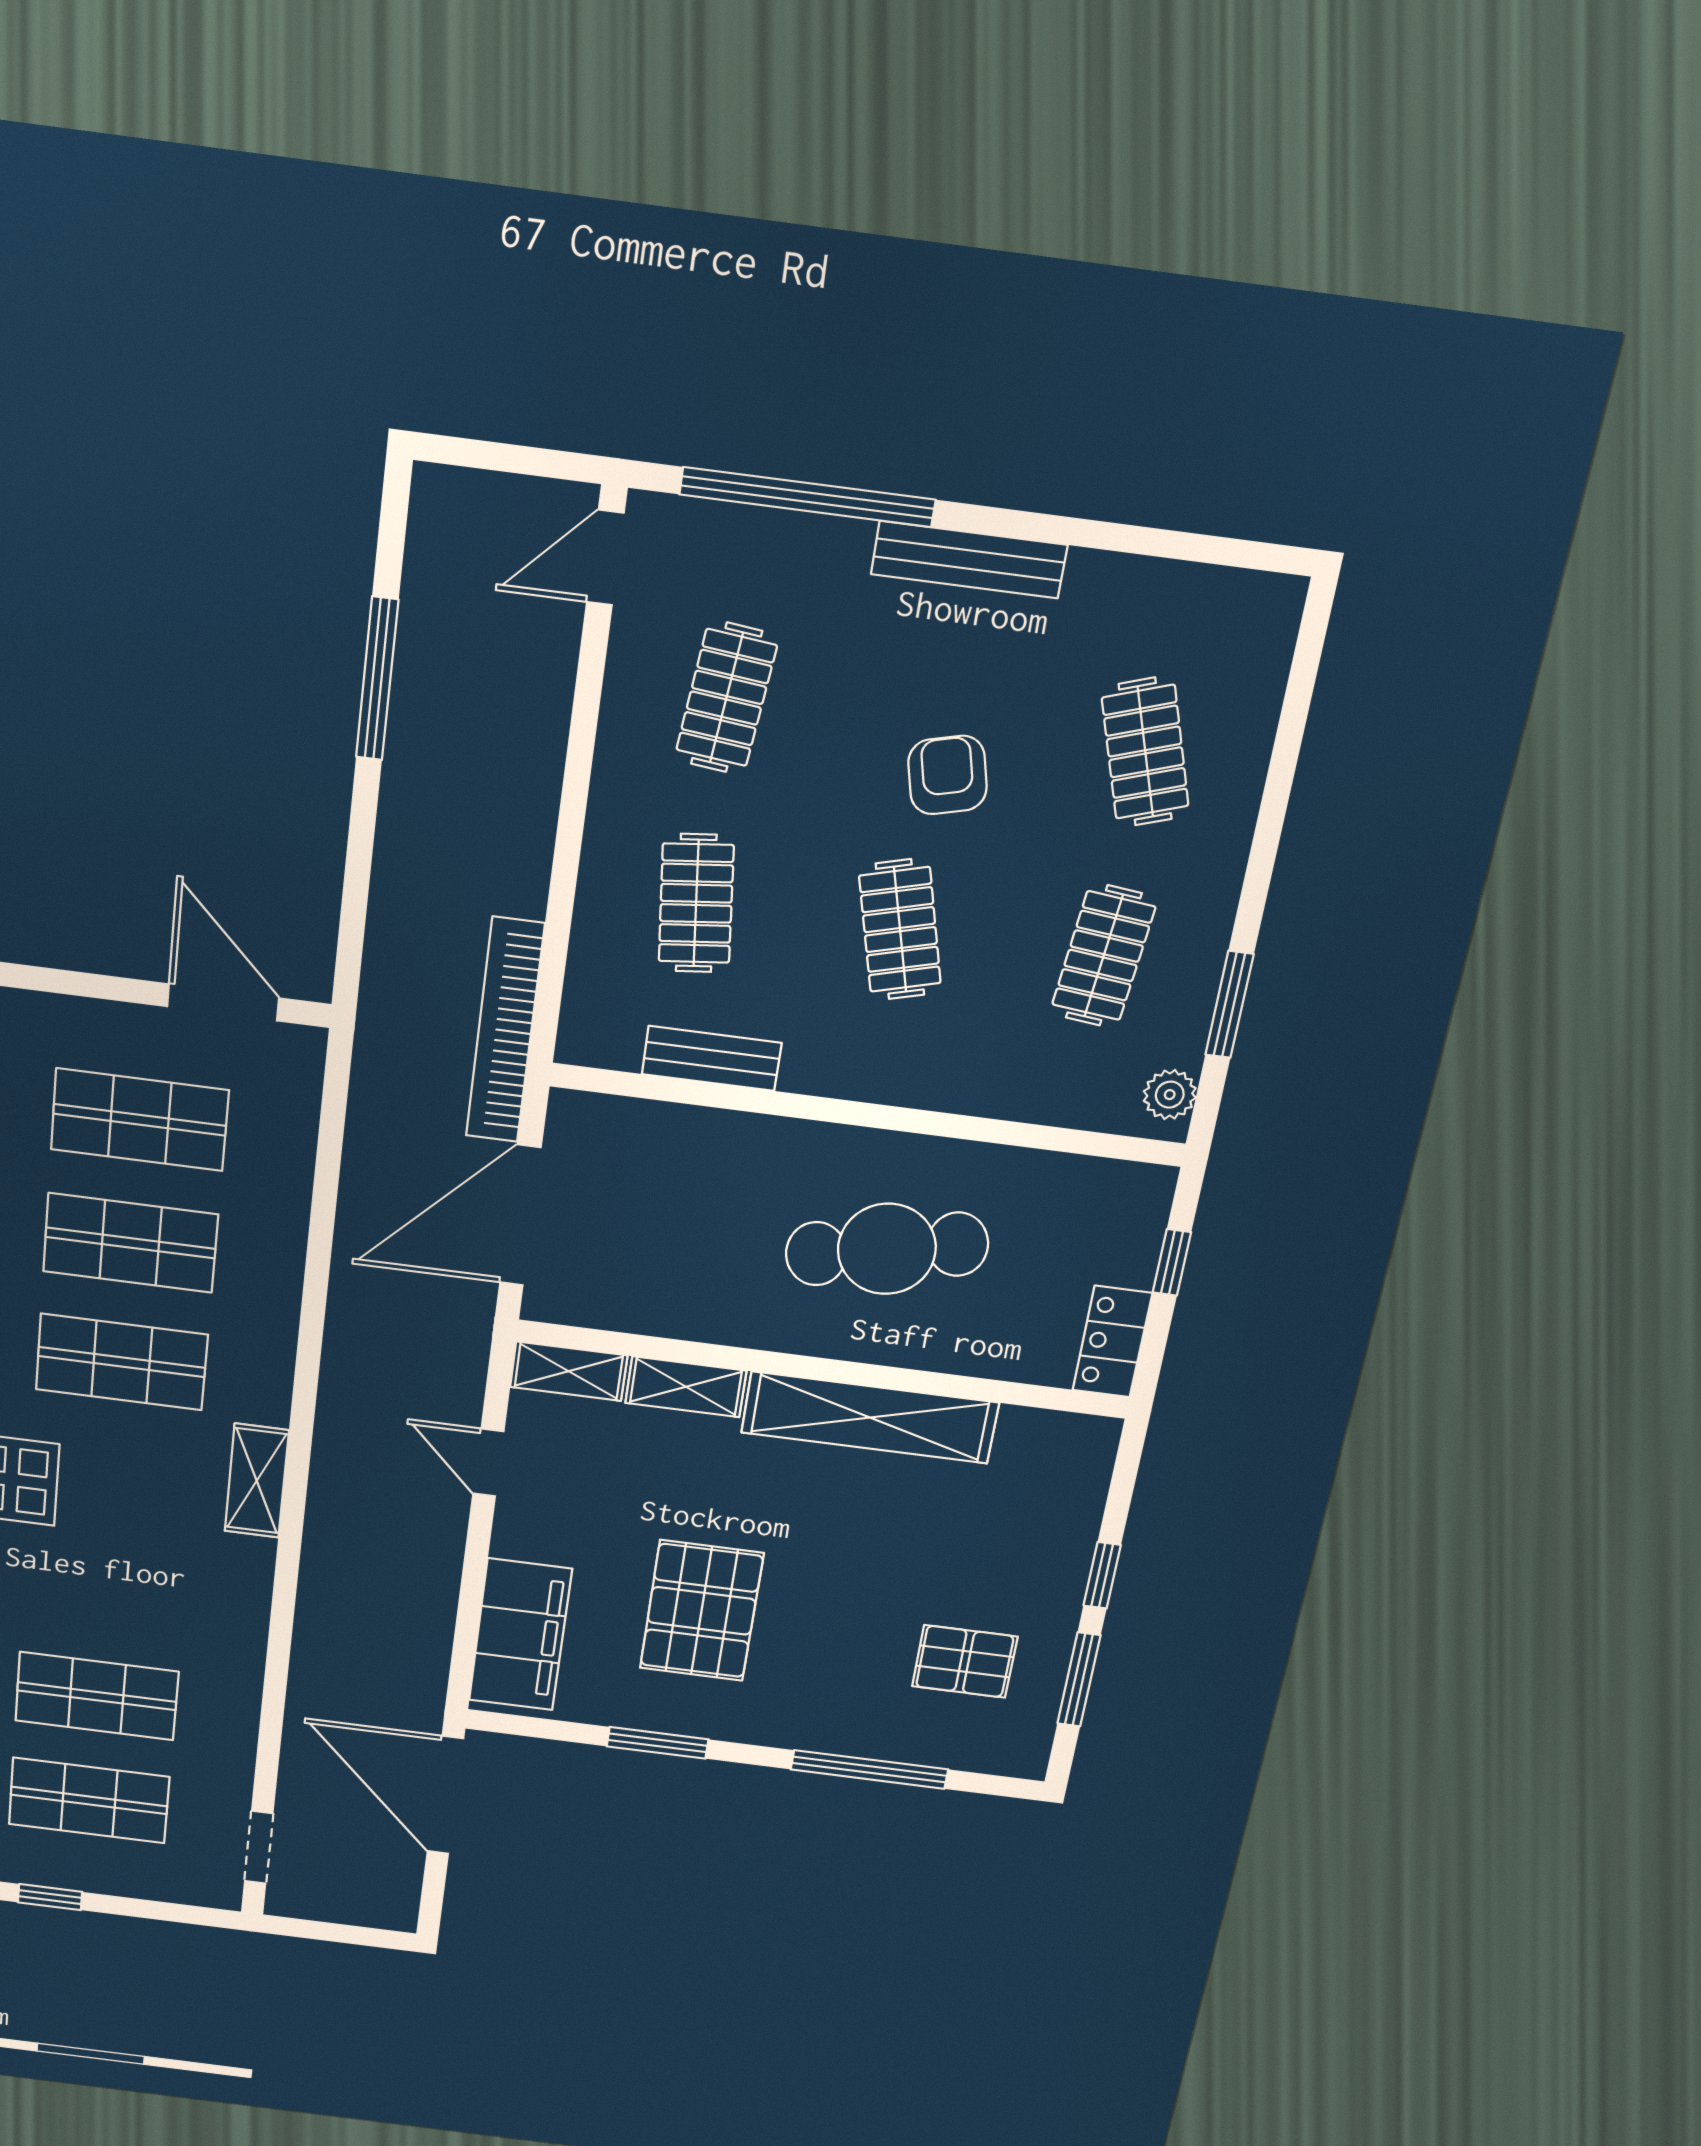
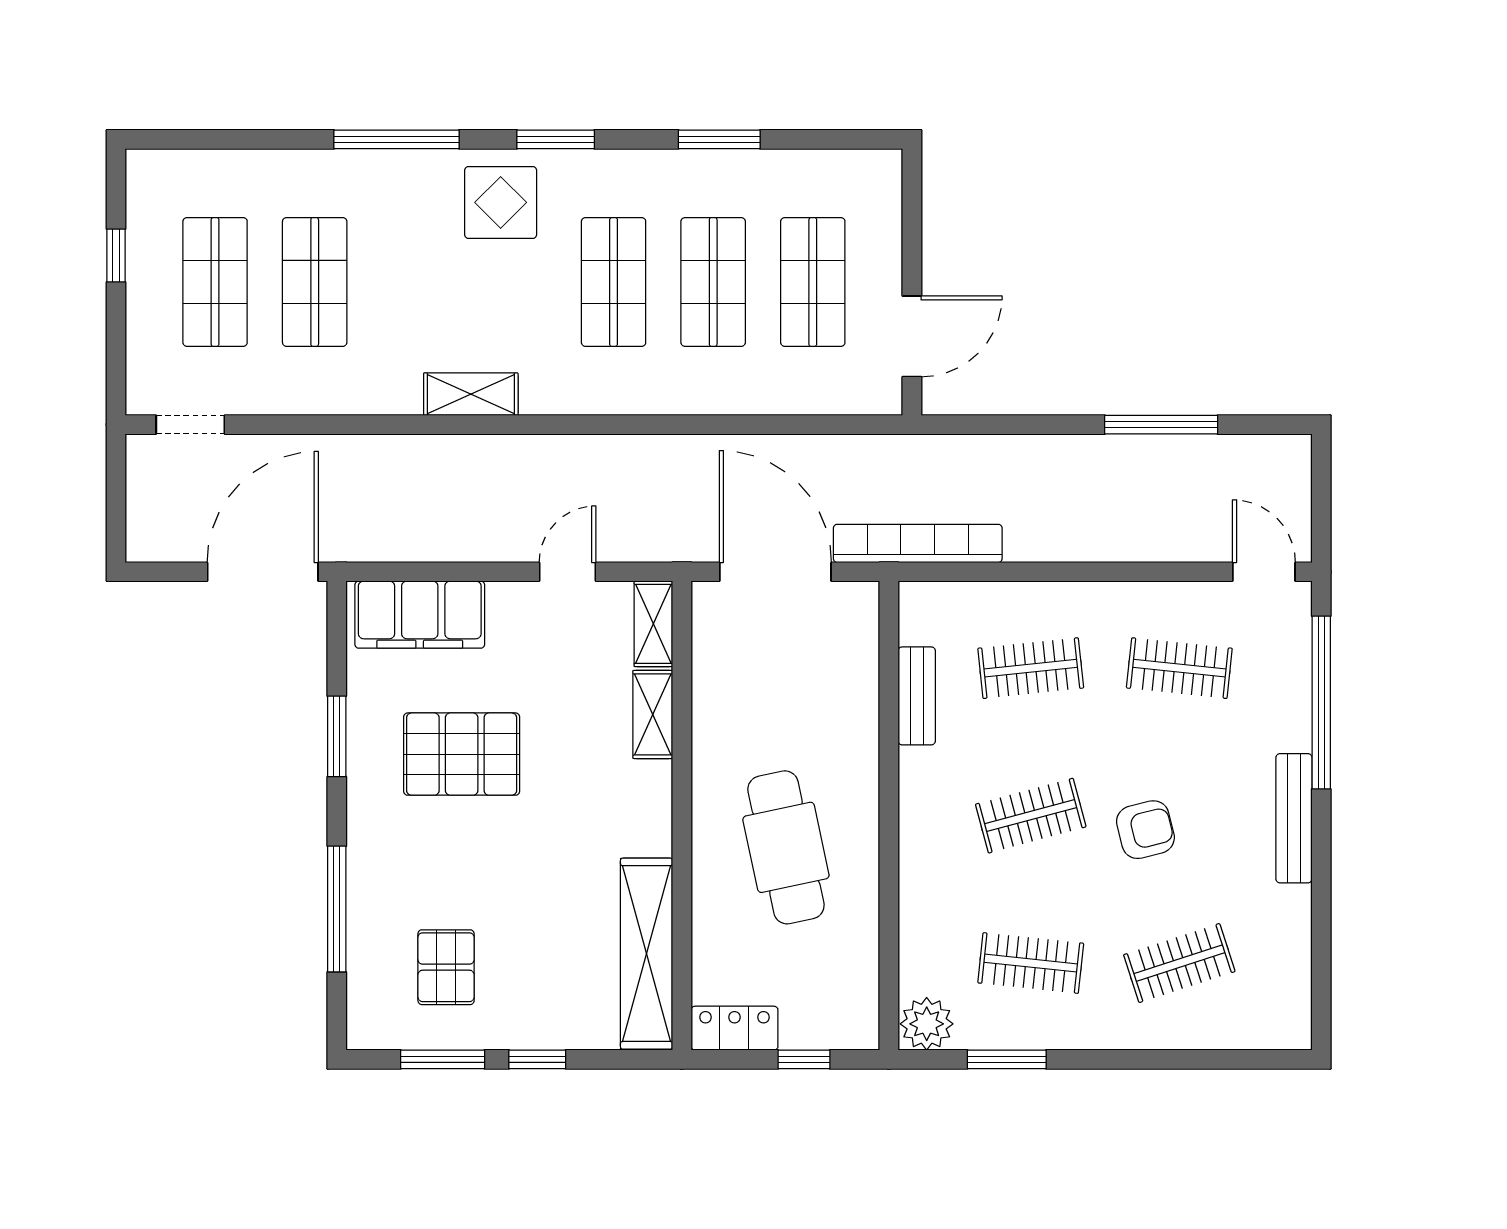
plant: (1170, 1095) -> (927, 1024), width x1.38, depth x1.38
shelving: (870, 1418) -> (647, 954), moved
shelving: (257, 1481) -> (471, 394), moved

